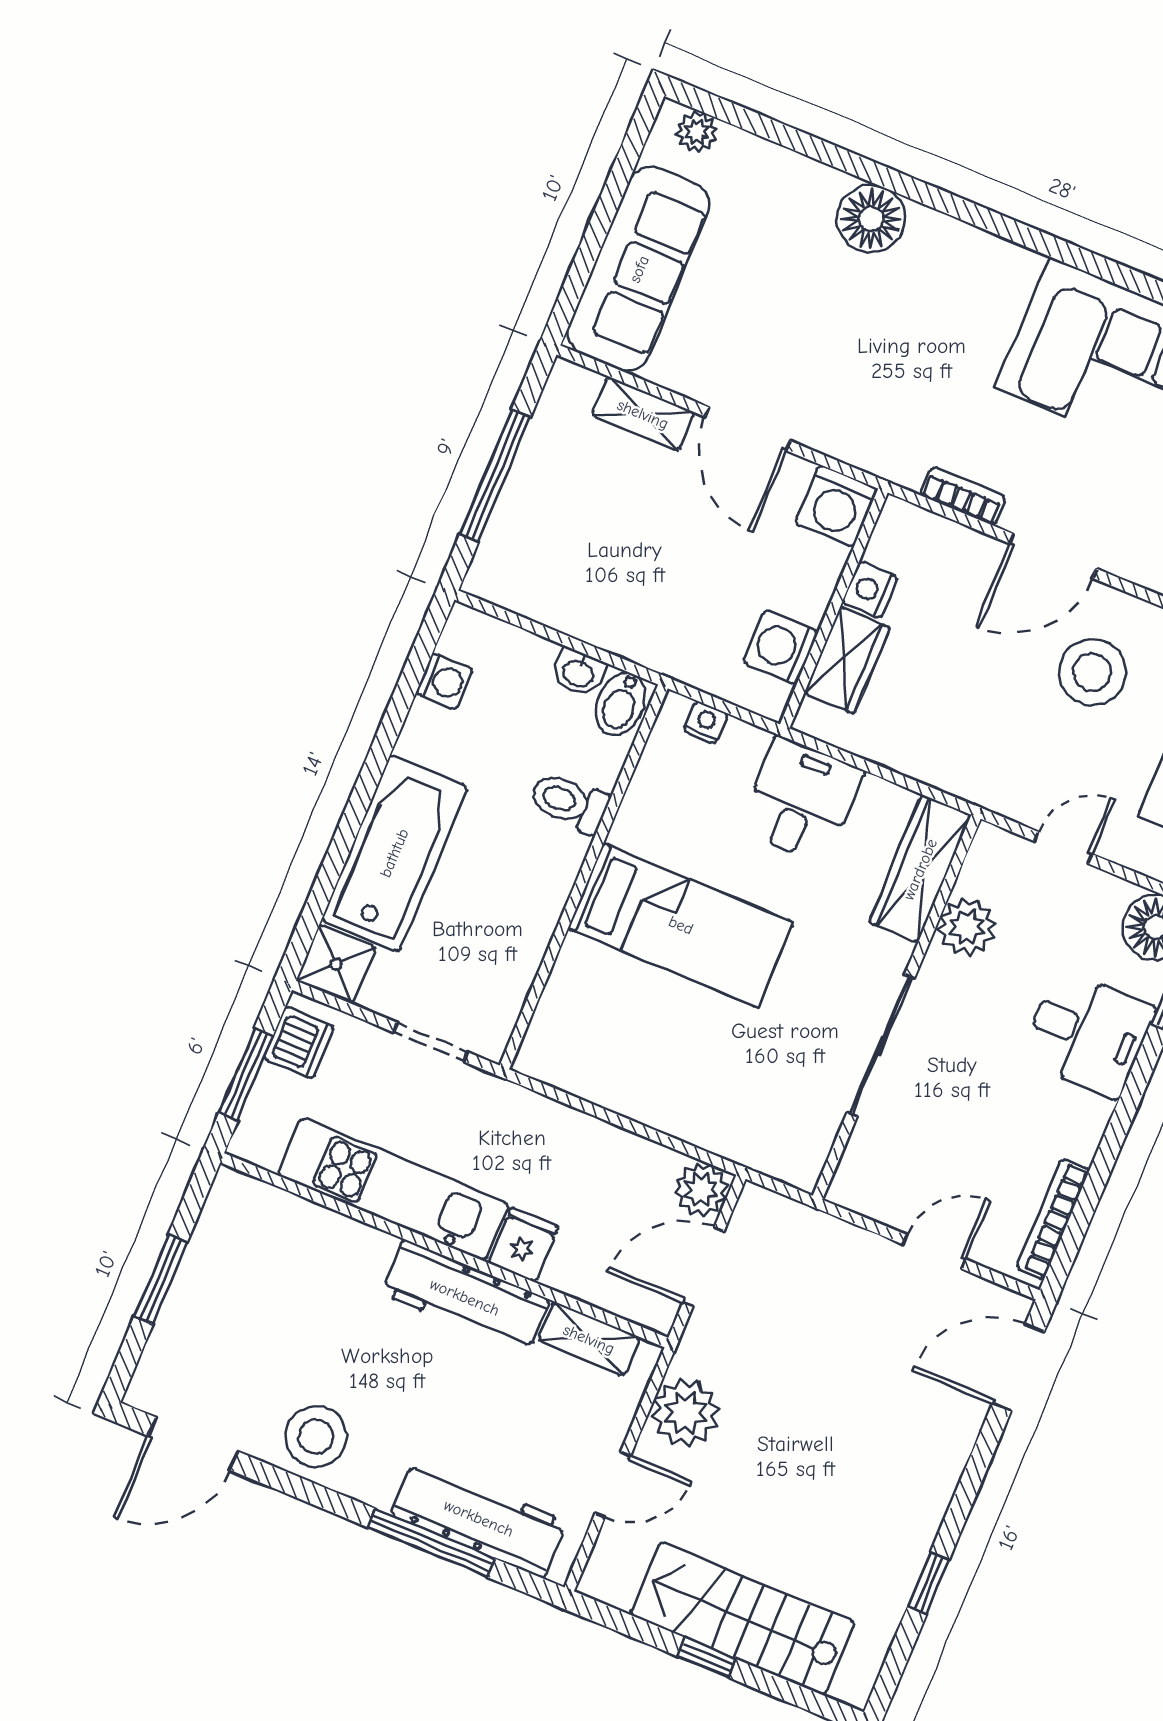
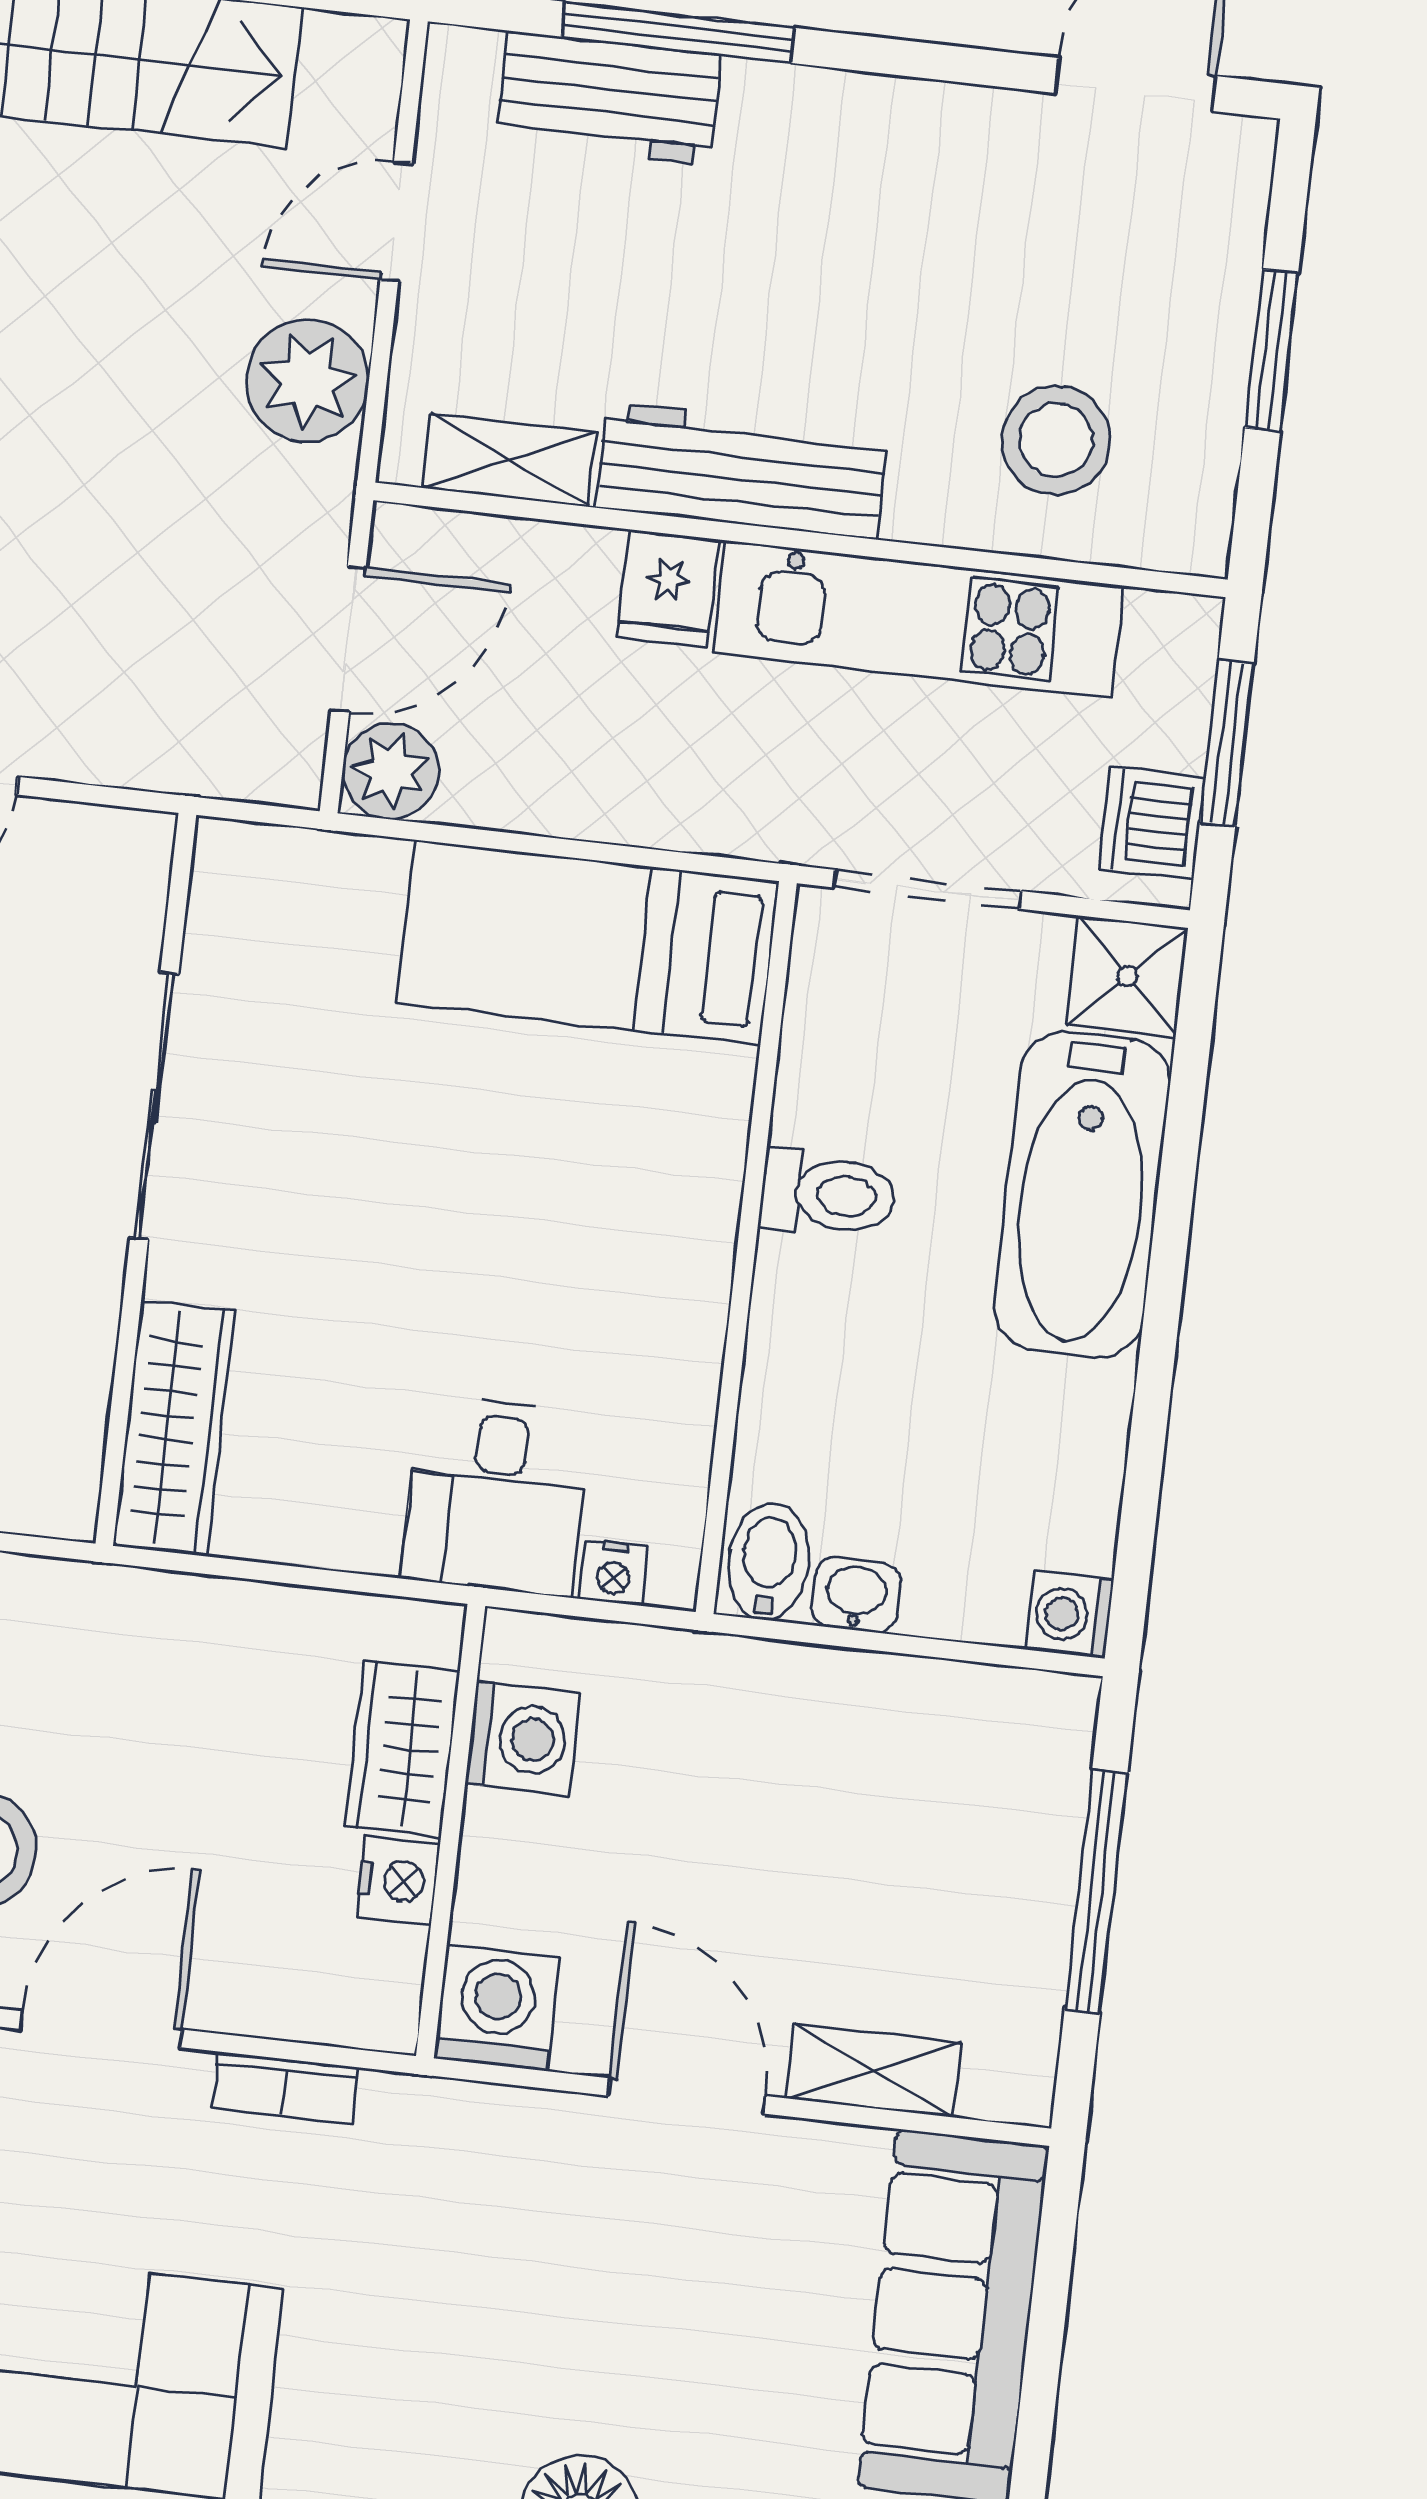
washing machine: (444, 681) -> (1070, 1615), moved
desk: (801, 801) -> (497, 1496), moved
toilet: (569, 802) -> (828, 1194), moved
bed: (681, 925) -> (587, 943), moved
plant: (967, 927) -> (66, 1351), removed
doorway: (430, 1042) -> (927, 889), width x1.38
stool: (316, 1437) -> (1056, 440), moved
workbench: (479, 1518) -> (609, 98), width x0.73

